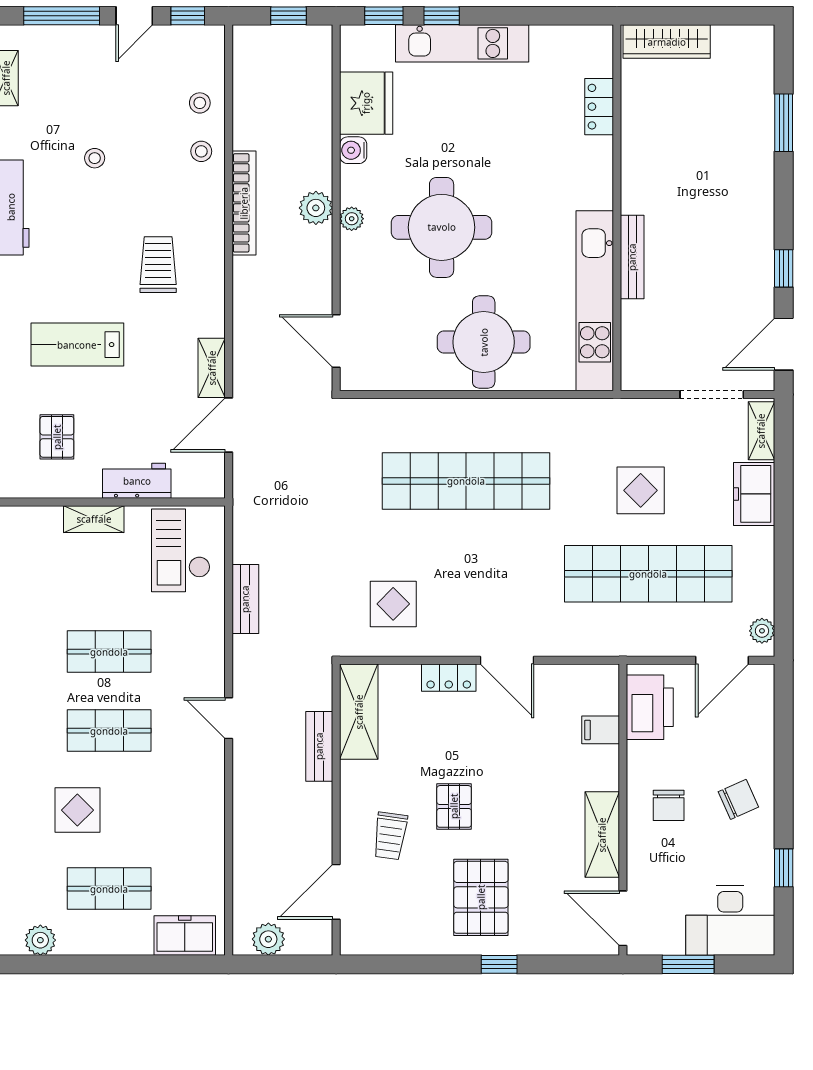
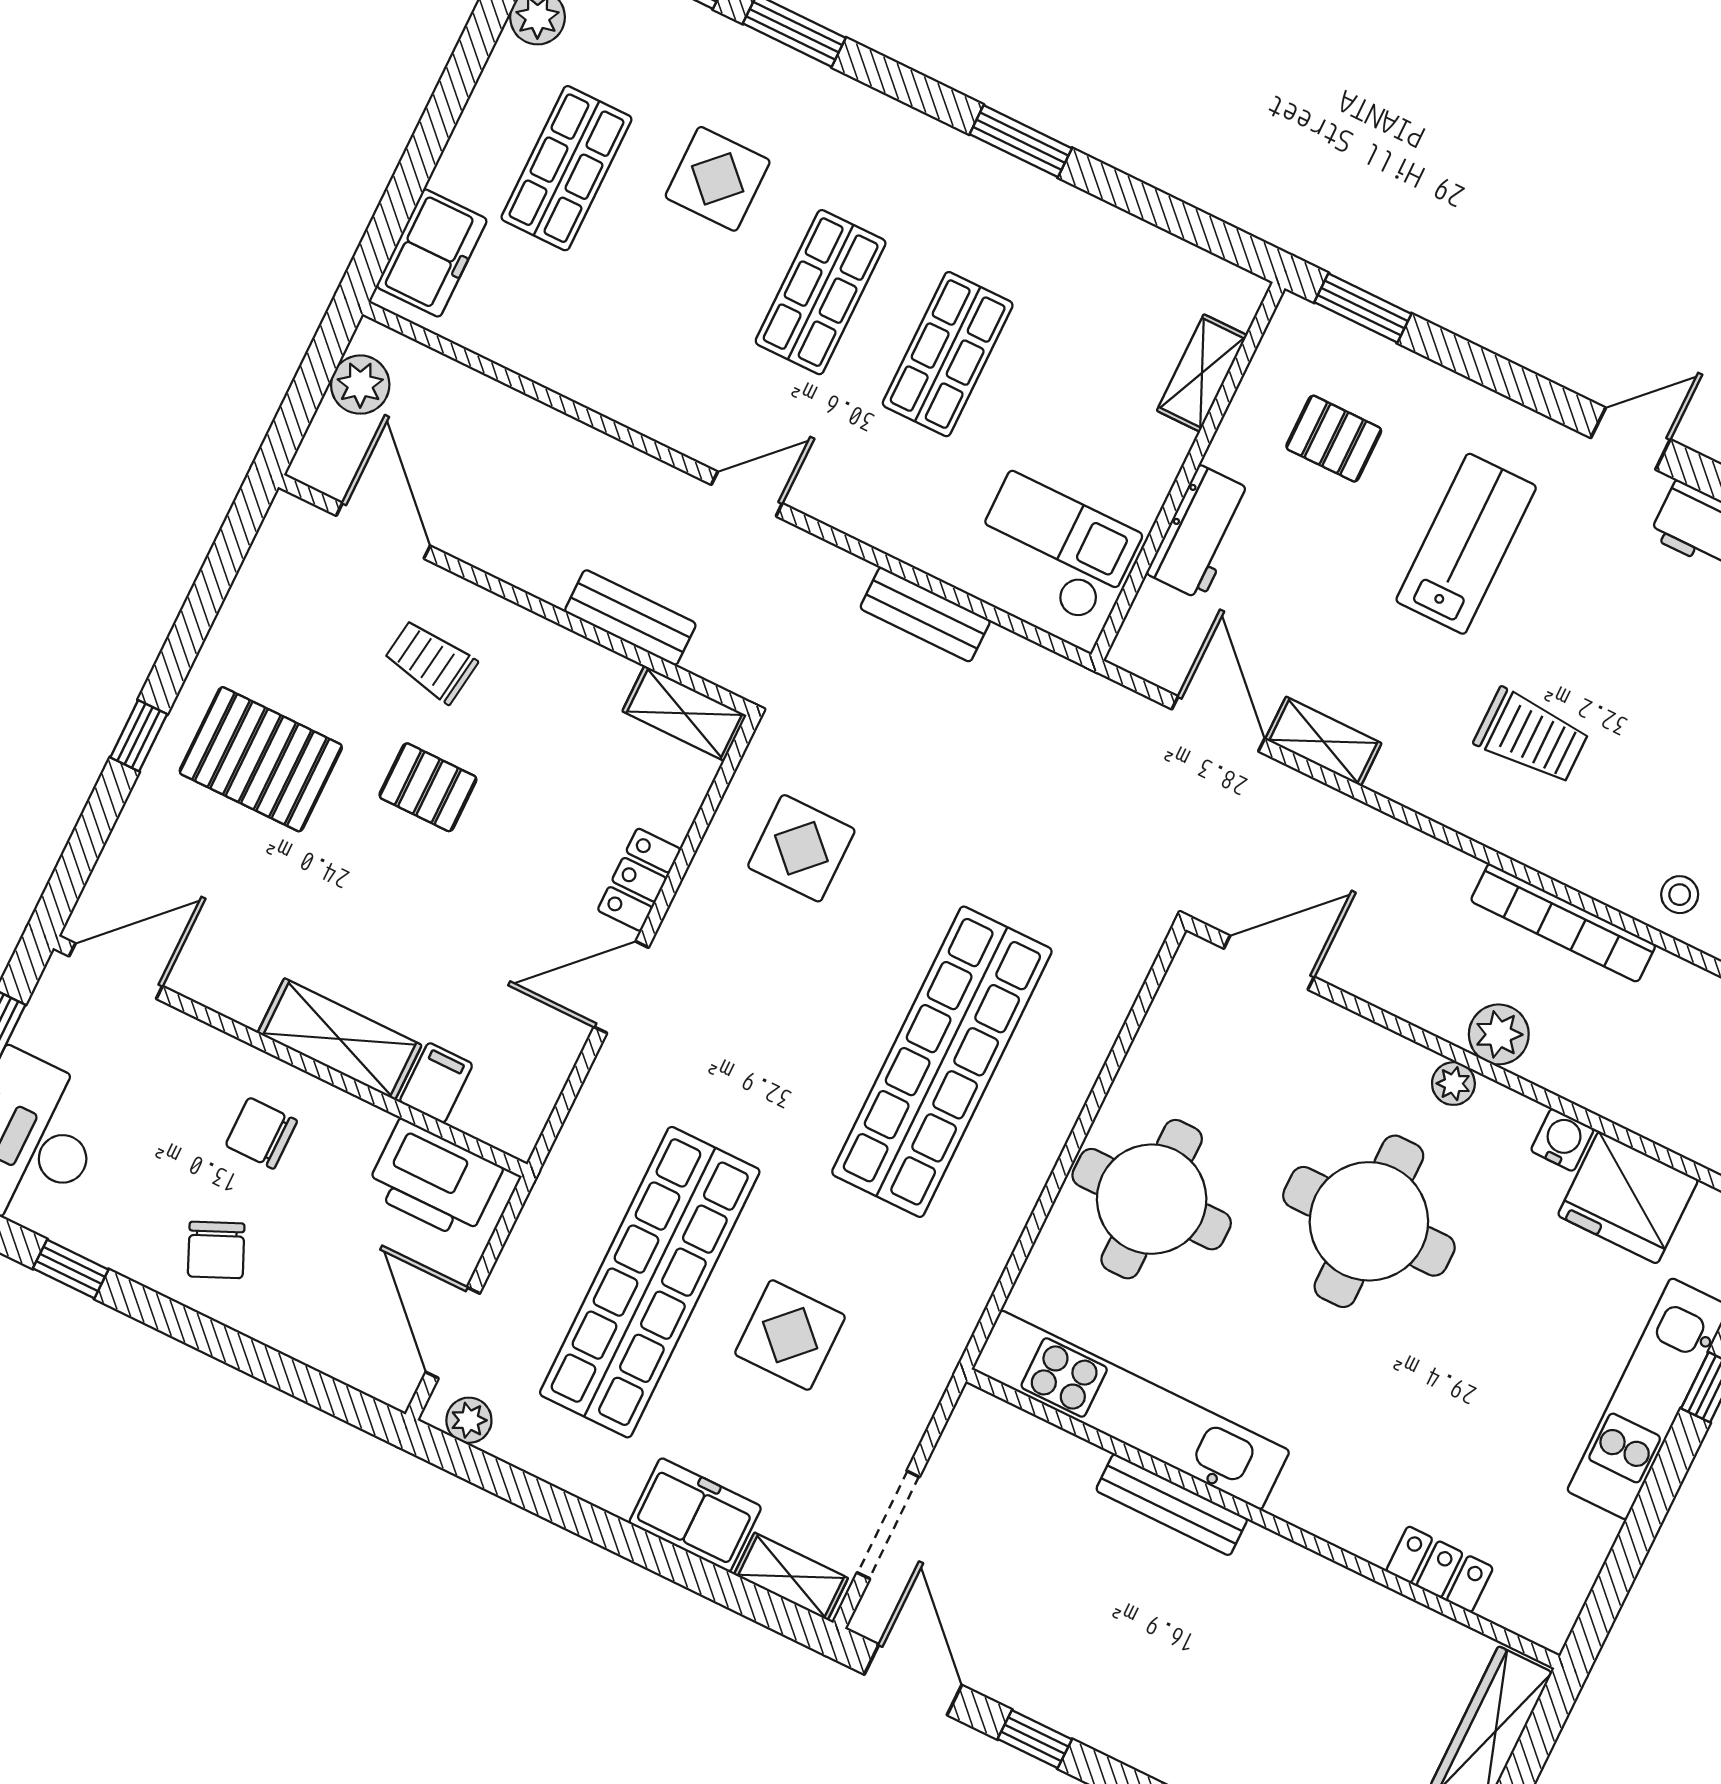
shelving: (94, 519) -> (1202, 373), moved
shelving: (359, 712) -> (684, 713), width x0.67, depth x0.75
shelving: (602, 835) -> (340, 1039), moved

